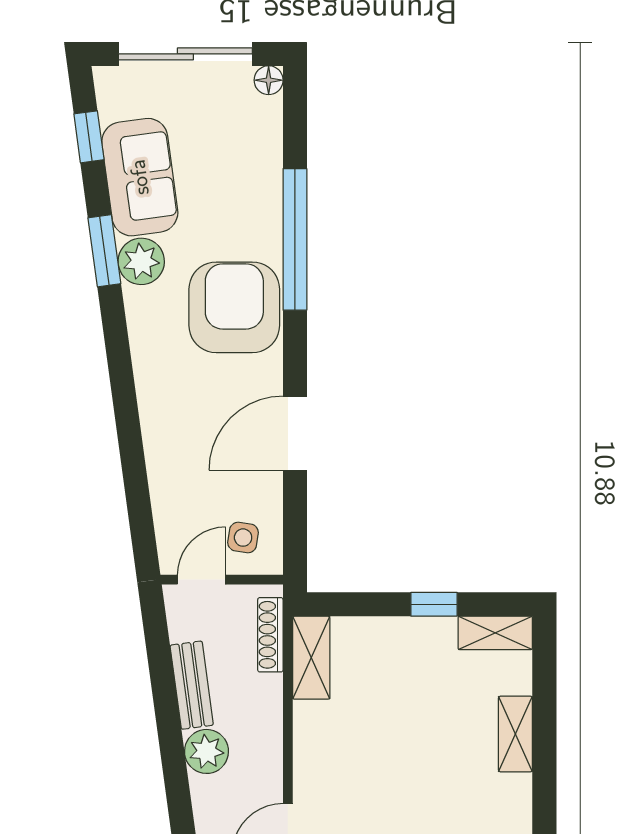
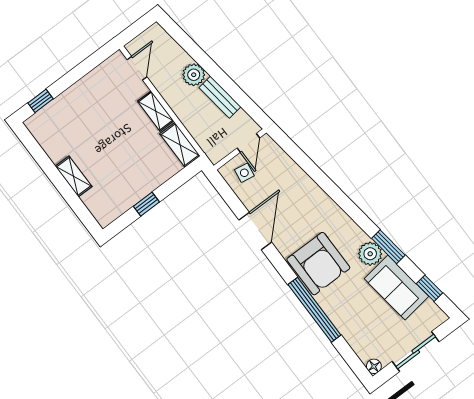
sliding door: (185, 54) -> (416, 352), width x0.73
shelving: (495, 633) -> (156, 111), moved, turned 90
shoe rack: (270, 635) -> (203, 142), removed

